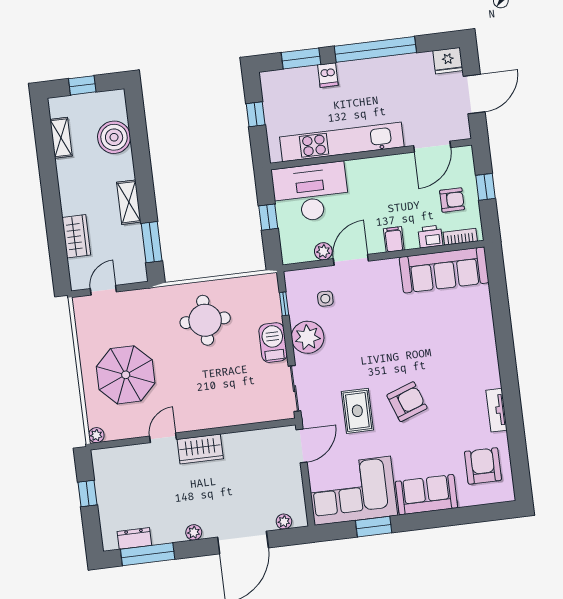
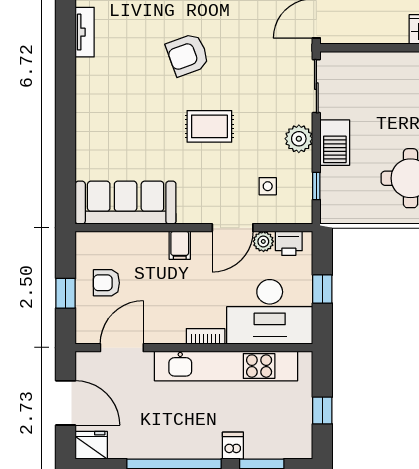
door: (474, 94) -> (66, 403), swing flipped
printer: (430, 237) -> (289, 243), moved
bookcase: (460, 237) -> (206, 336), moved, turned 180
plant: (308, 337) -> (299, 139), width x0.73, depth x0.73
rug: (357, 411) -> (209, 126), moved, turned 90

